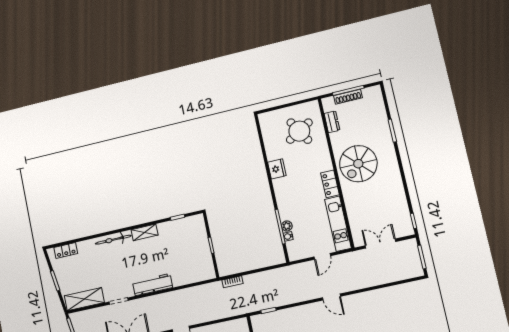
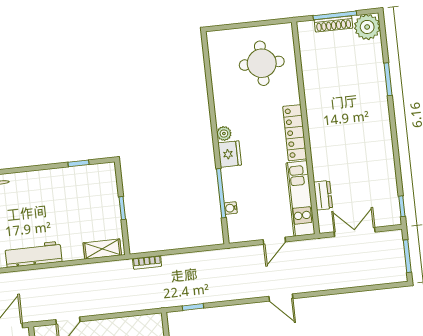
plant: (373, 96) -> (367, 27), added
dresser: (332, 122) -> (323, 195), moved
round table: (299, 131) -> (262, 63), turned 31
spiral stairs: (358, 164) -> (337, 119), removed
fridge: (277, 169) -> (230, 154), moved
locker: (330, 184) -> (295, 133), width x1.53
plant: (287, 226) -> (224, 134), moved
shelving: (145, 232) -> (102, 249), moved

